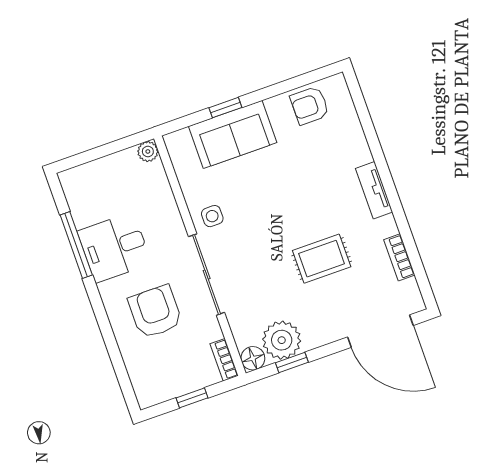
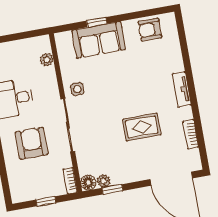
plant: (148, 151) -> (47, 60), moved
plant: (282, 340) -> (104, 181), width x0.53, depth x0.53

